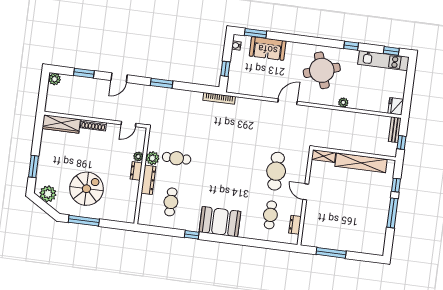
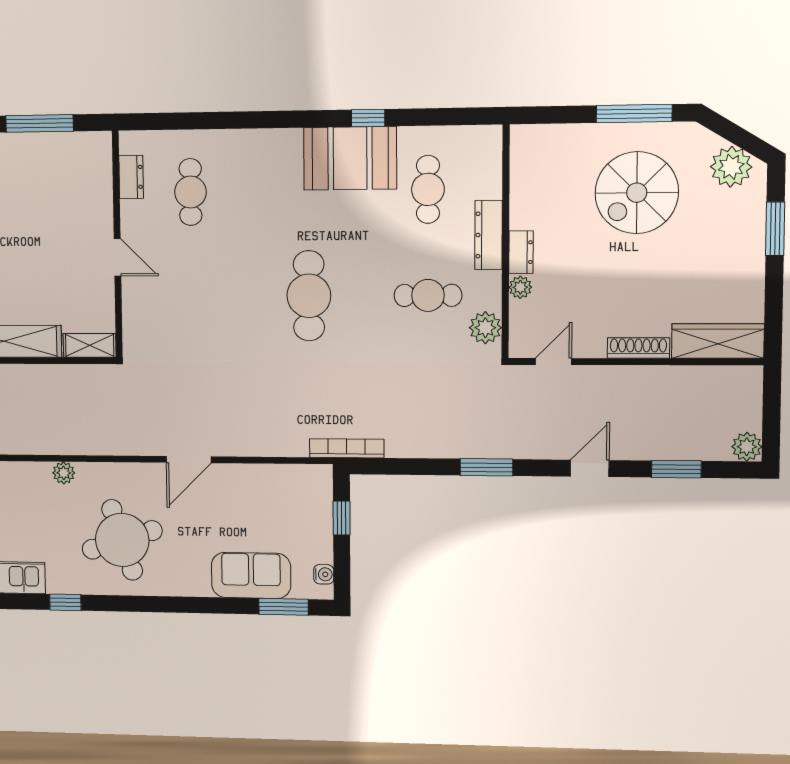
plant: (152, 158) -> (485, 328), moved
cafe table: (276, 171) -> (309, 296), moved
booth: (220, 222) -> (350, 158), moved

